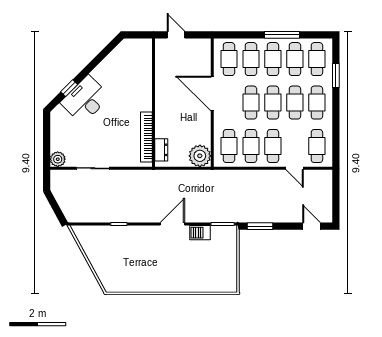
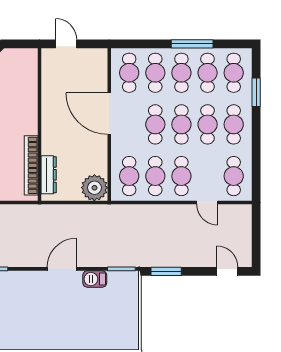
dresser: (161, 150) -> (49, 175), width x1.44

